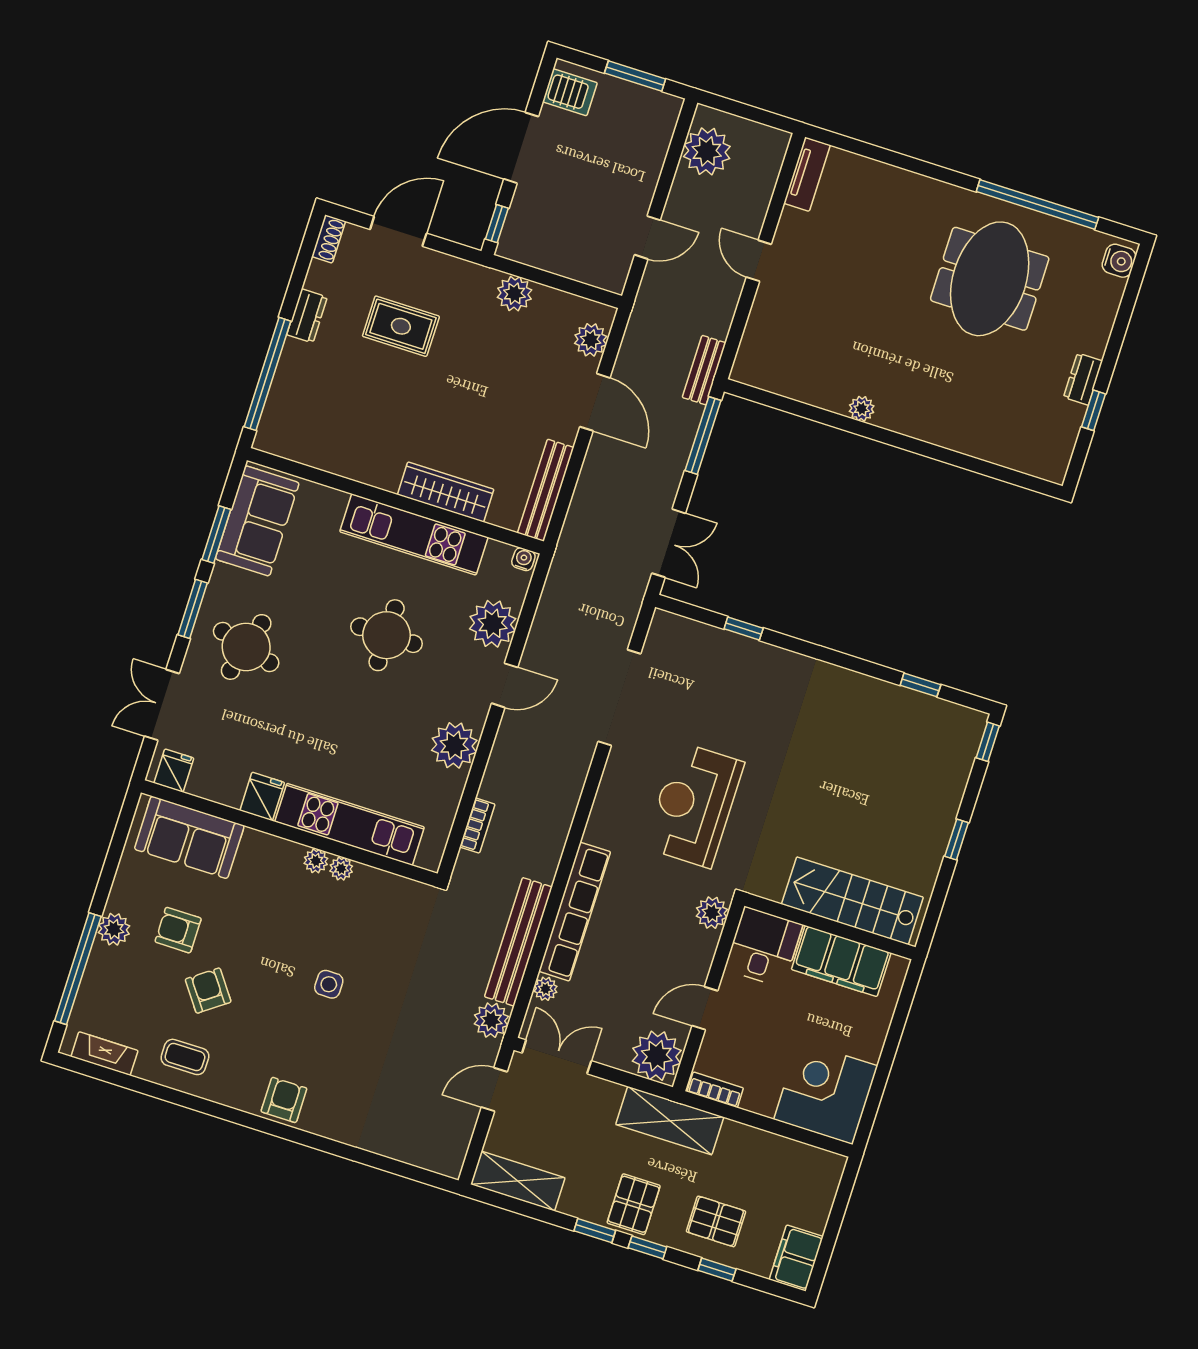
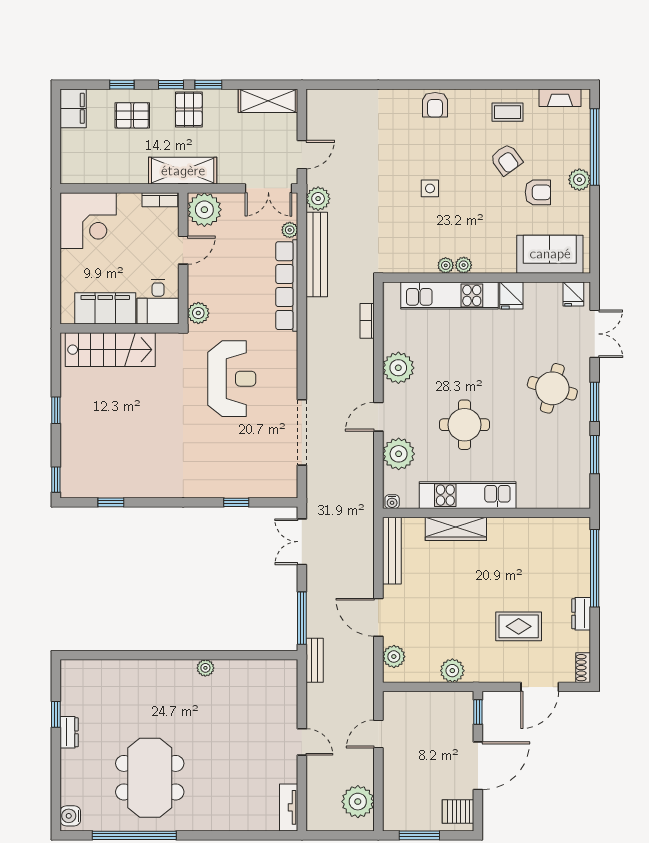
sofa: (257, 521) -> (571, 472), removed

